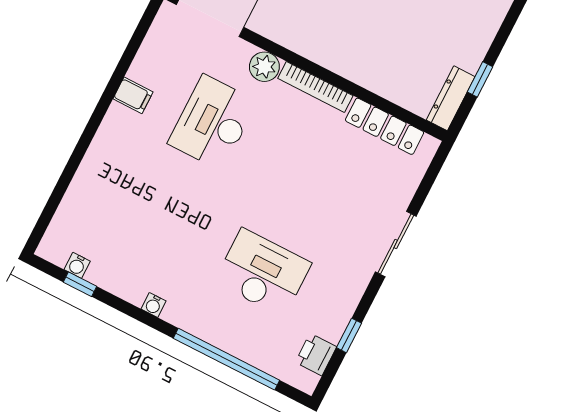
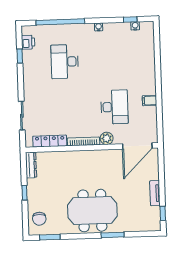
window: (480, 79) -> (24, 193), moved
sliding door: (396, 244) -> (22, 116), moved
desk: (263, 272) -> (65, 62), turned 90

